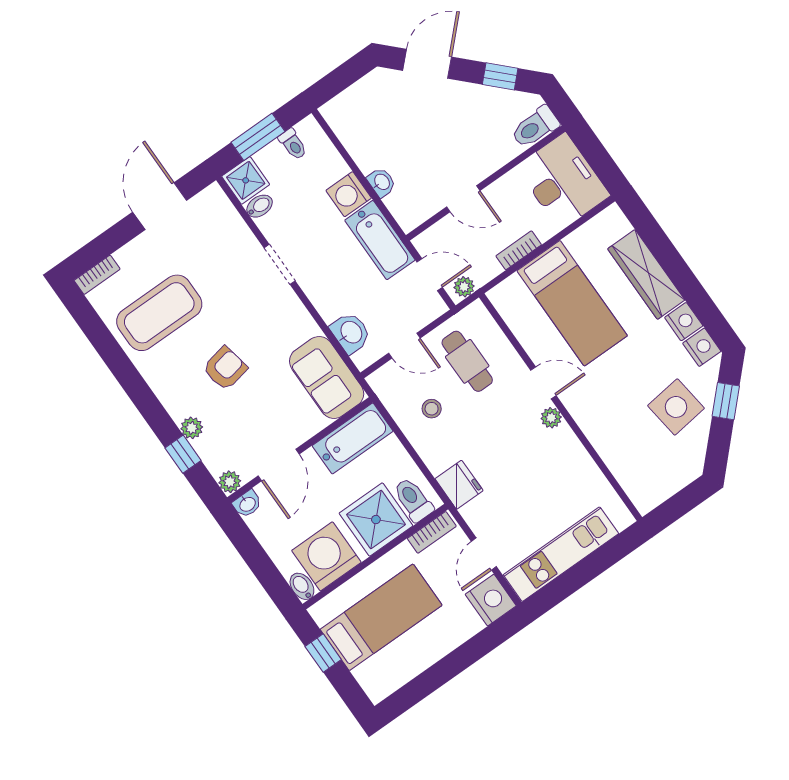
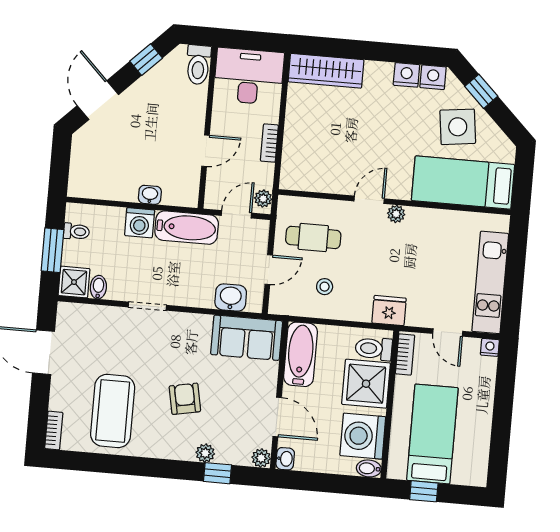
wardrobe: (646, 274) -> (326, 71), moved
bed: (572, 303) -> (463, 183), moved, turned 180
nightstand: (491, 600) -> (490, 347), width x0.53, depth x0.56

